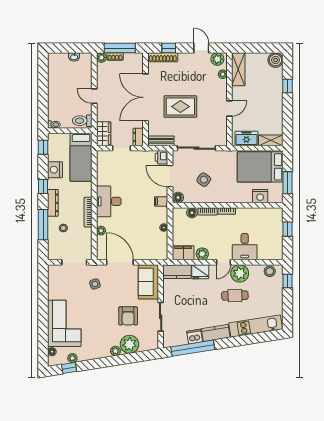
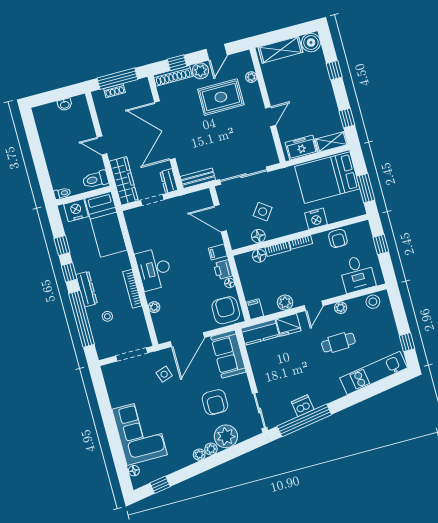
door: (201, 48) -> (217, 52), swing flipped
plant: (101, 57) -> (98, 96), removed
plant: (217, 59) -> (200, 71), moved
shelving: (238, 69) -> (280, 50), moved, turned 90
rug: (180, 107) -> (221, 97), moved
window: (288, 125) -> (347, 118), added
wardrobe: (104, 134) -> (124, 181), width x1.50
window: (43, 147) -> (62, 245), moved
printer: (161, 157) -> (223, 270), moved
nightstand: (55, 170) -> (76, 210), moved, turned 90
nightstand: (260, 196) -> (316, 219), moved
floor lamp: (178, 198) -> (258, 236), moved
armchair: (256, 216) -> (338, 238), added
window: (43, 225) -> (82, 319), width x1.46
desk: (245, 247) -> (357, 274), moved
armchair: (155, 248) -> (226, 310), added
filing cabinet: (183, 253) -> (255, 309), width x0.50
door: (120, 262) -> (187, 340), swing flipped
plant: (240, 273) -> (341, 308), width x0.53, depth x0.53
window: (288, 281) -> (407, 342), moved
sliding door: (161, 317) -> (260, 411), moved
kitchen counter: (216, 333) -> (327, 394), removed
plant: (72, 358) -> (199, 455), moved

